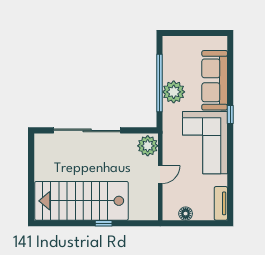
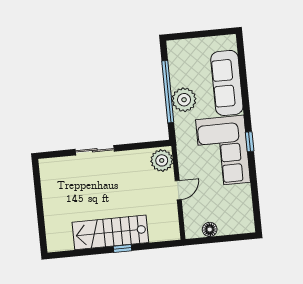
window: (230, 115) -> (250, 142), moved
sliding door: (87, 130) -> (95, 150), width x0.54
stairs: (81, 201) -> (110, 232), width x0.73, depth x0.66
tv unit: (221, 203) -> (247, 215), removed

